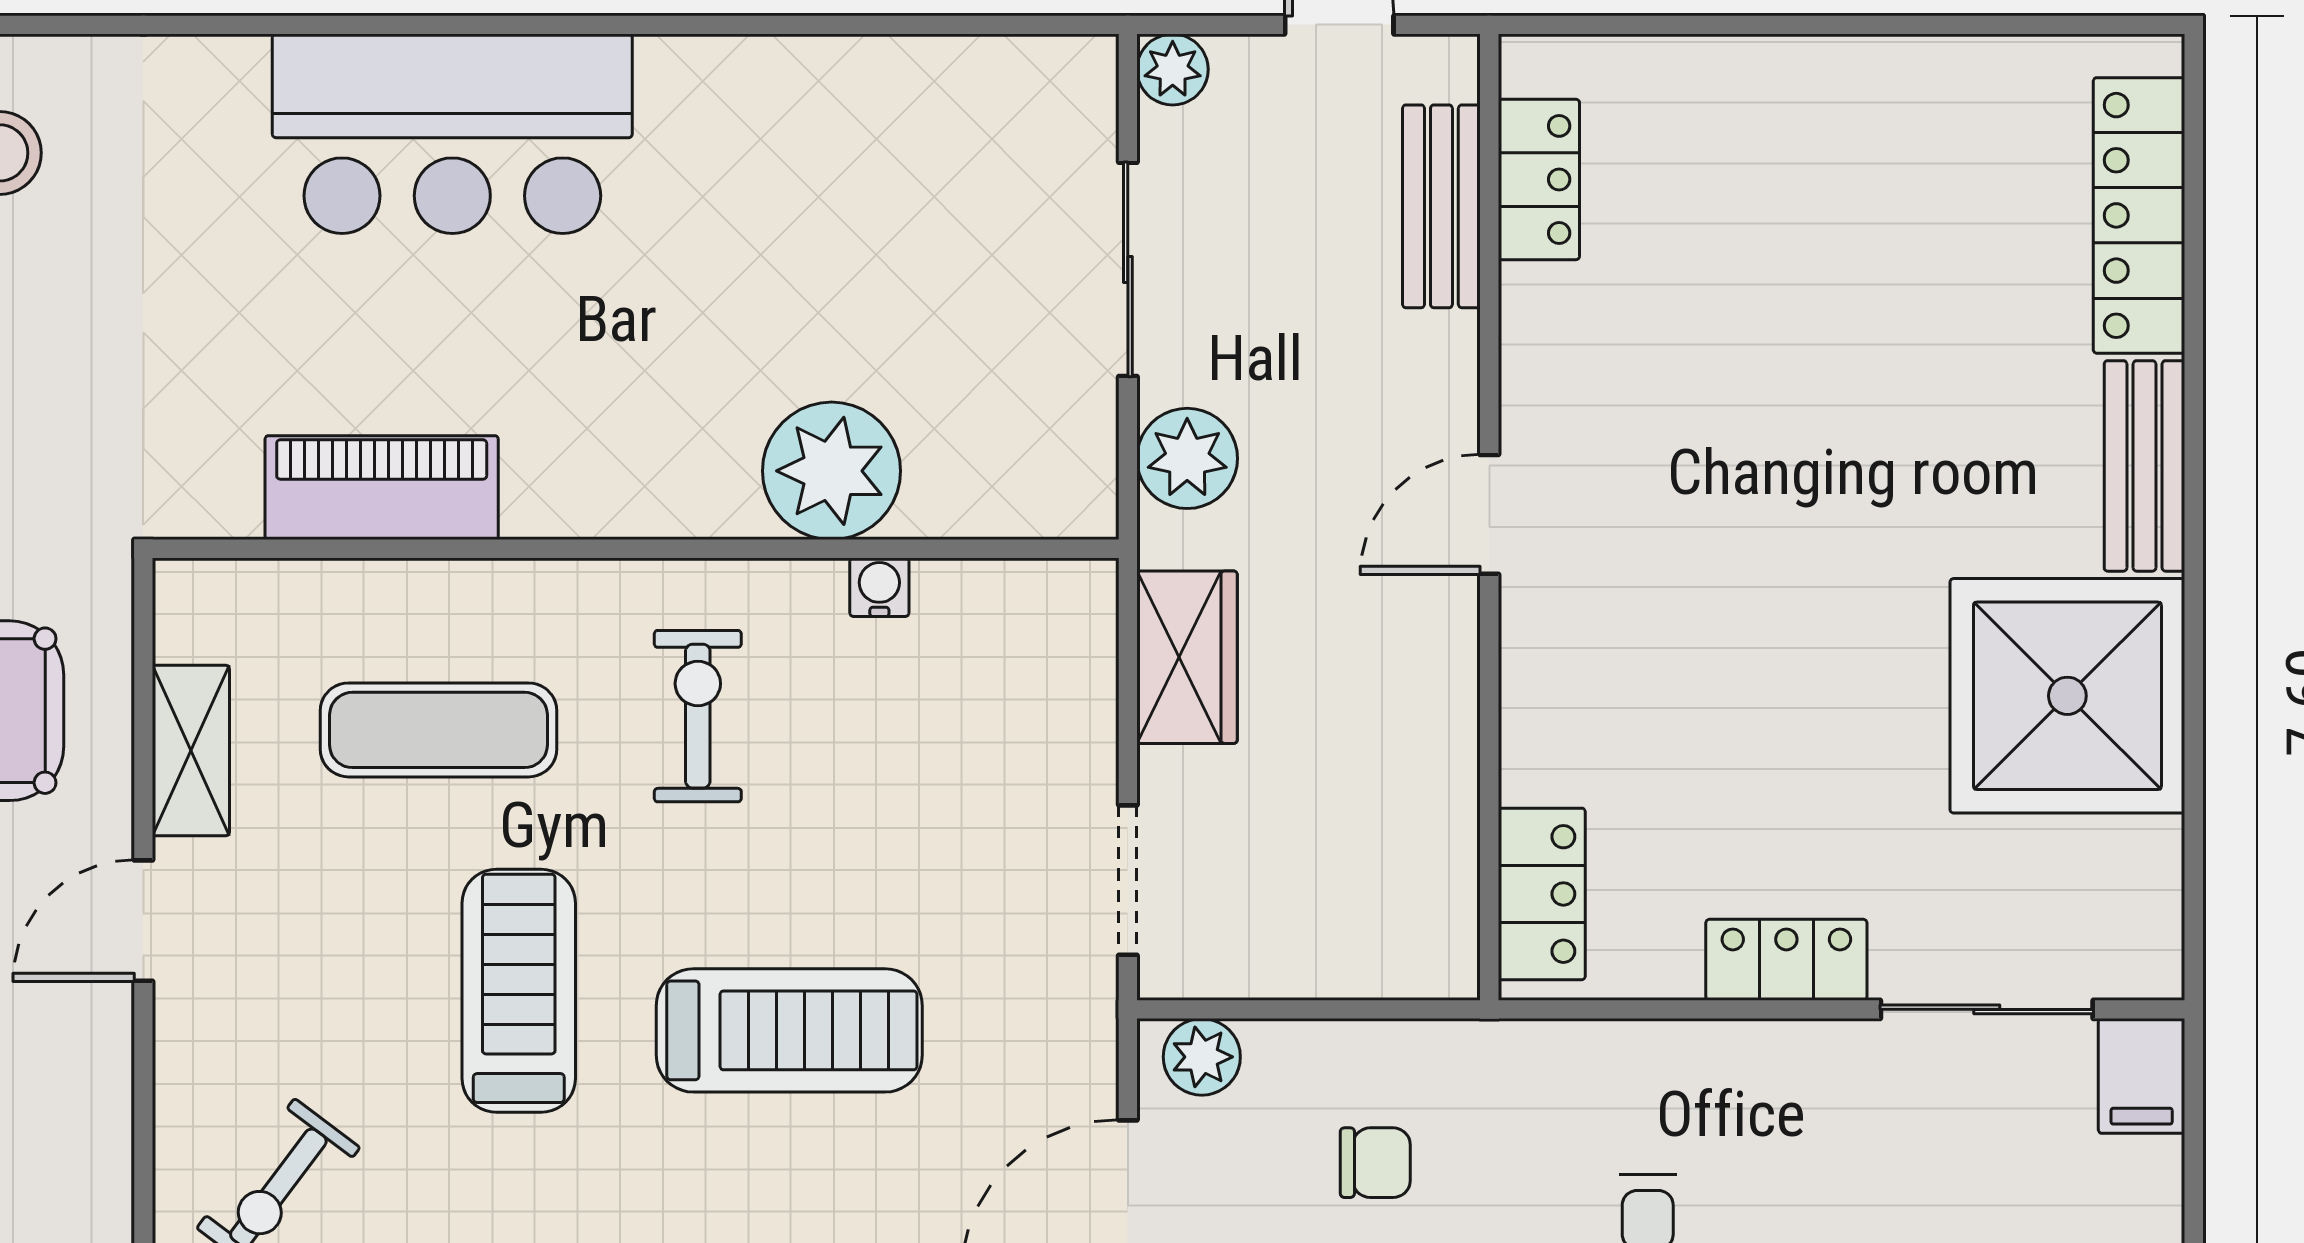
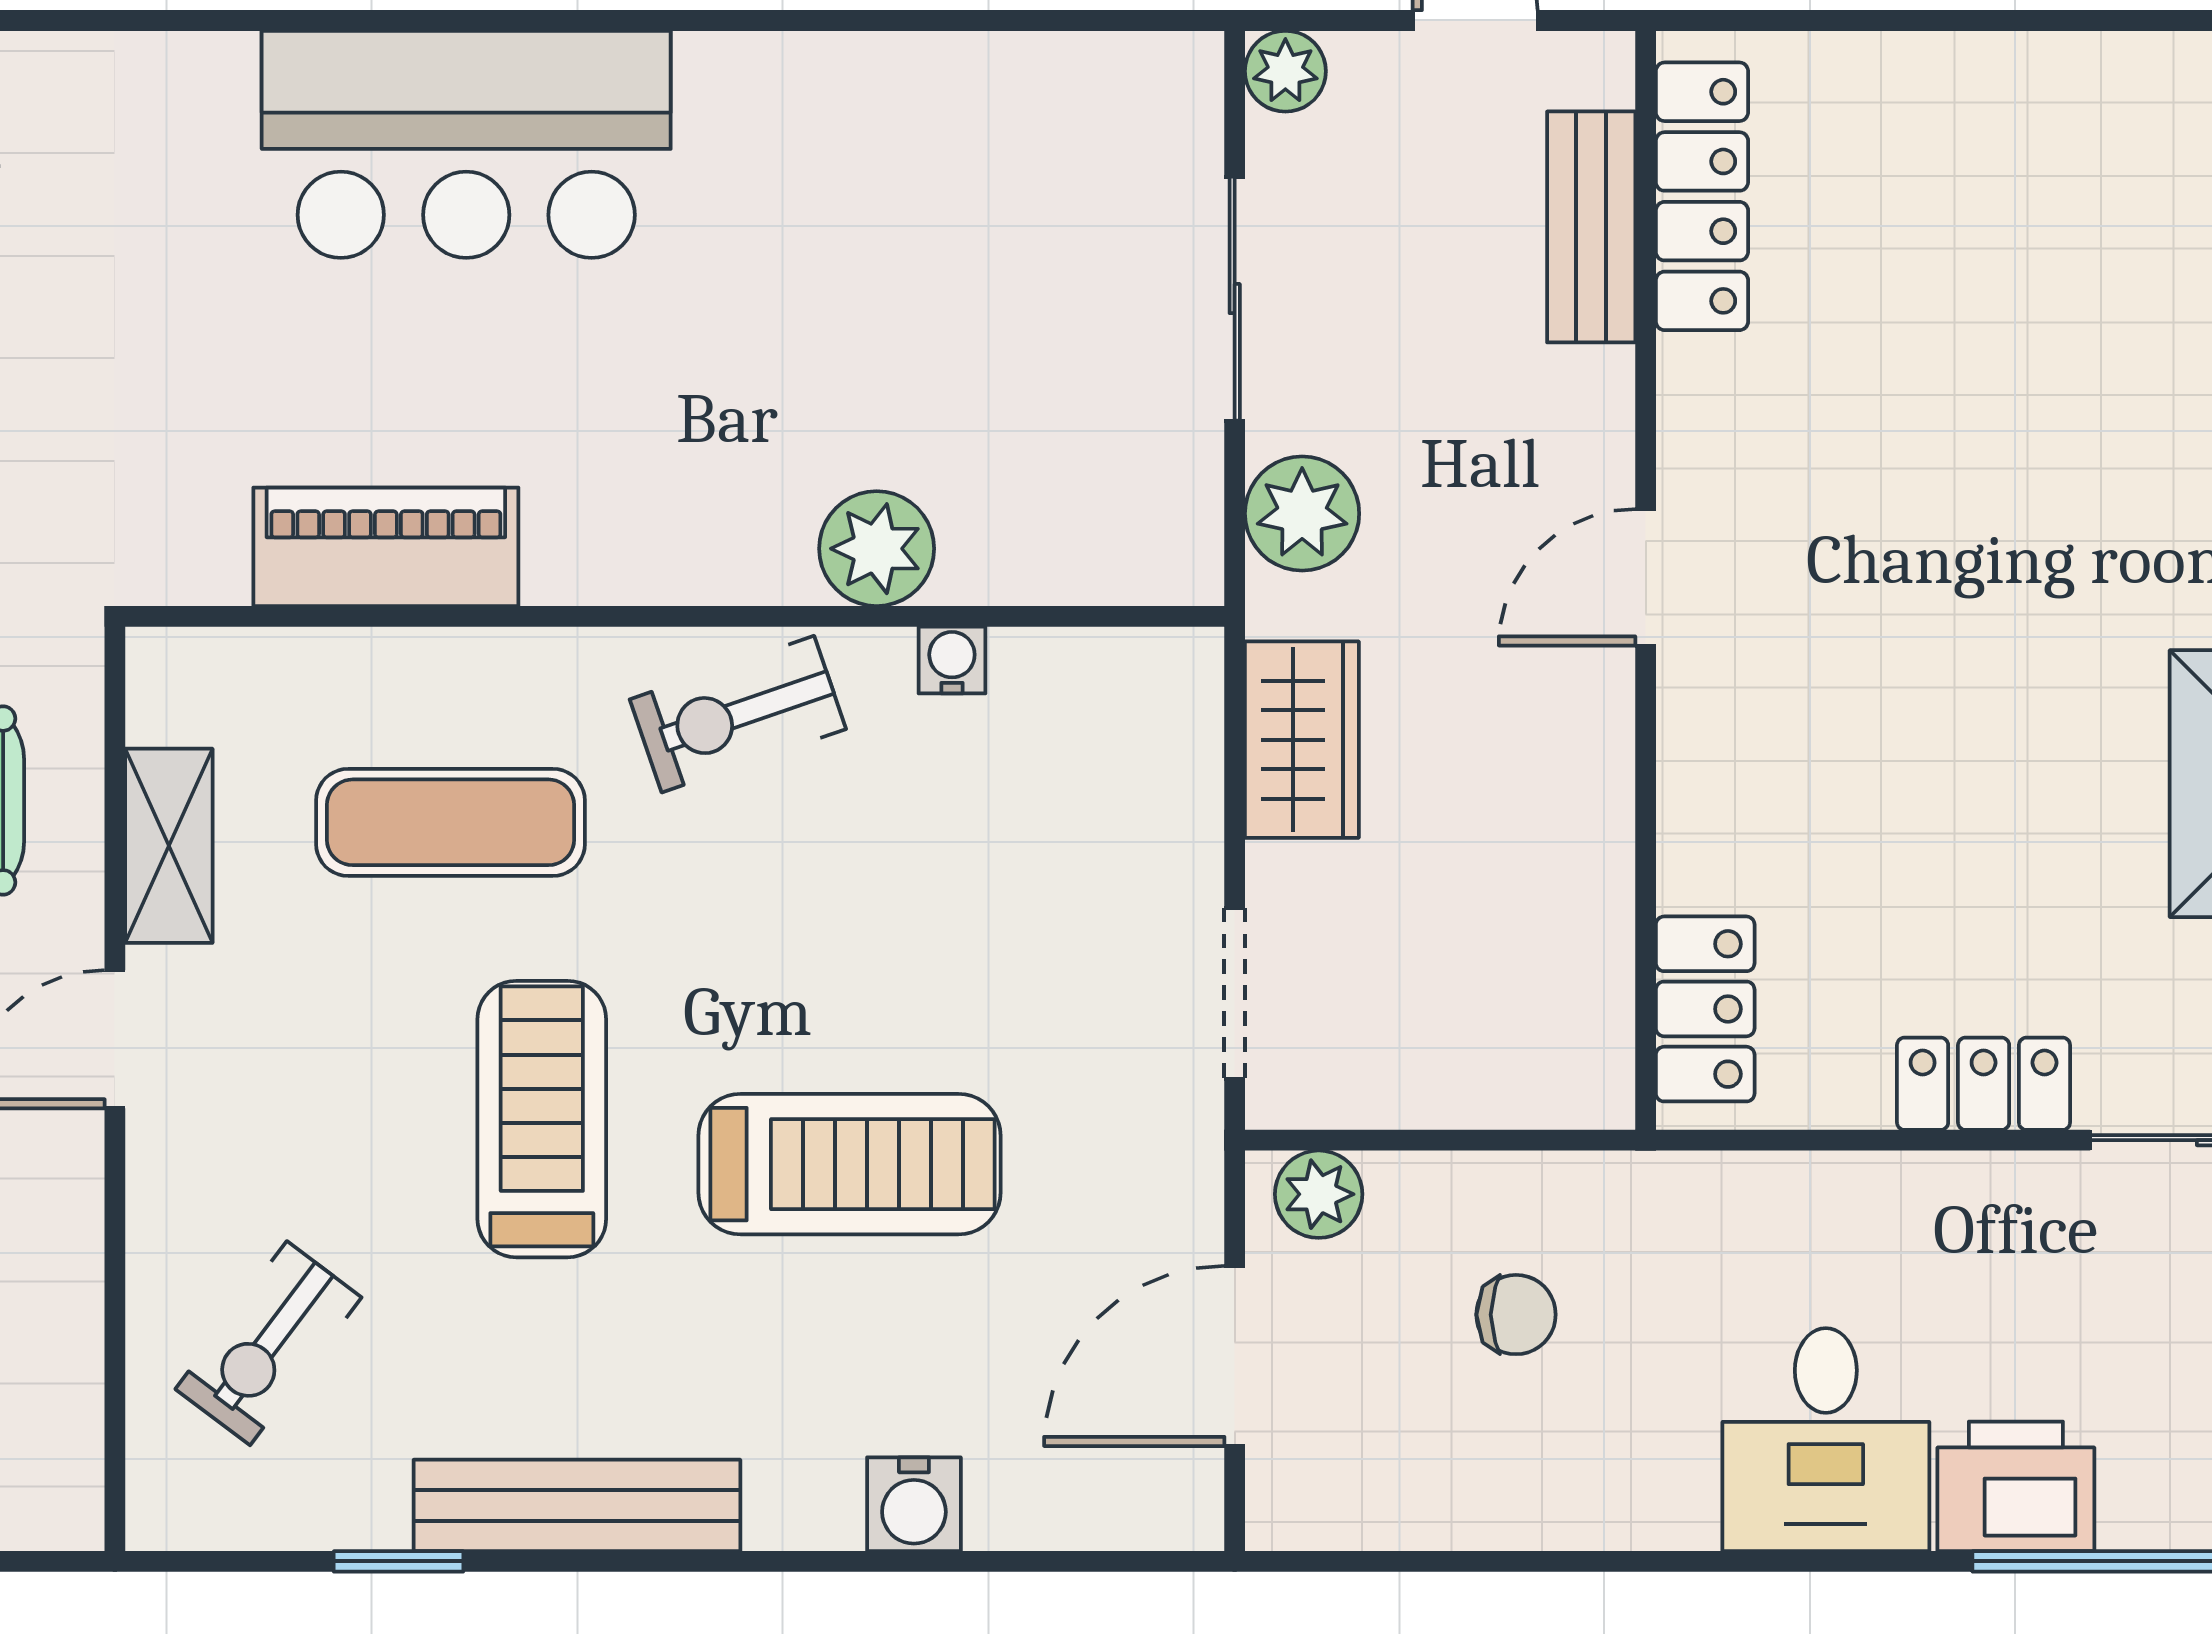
locker: (1539, 179) -> (1702, 196), width x1.53
plant: (832, 471) -> (877, 549), width x0.73, depth x0.73
exercise bike: (698, 716) -> (738, 714), moved, turned -109

